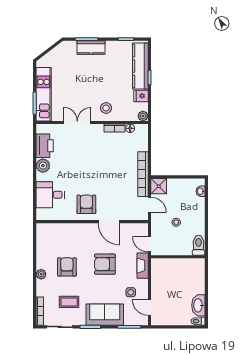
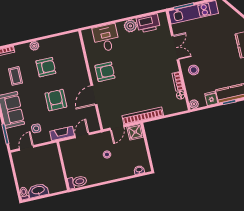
toilet: (199, 245) -> (77, 182), moved
wall: (178, 257) -> (63, 166), moved

